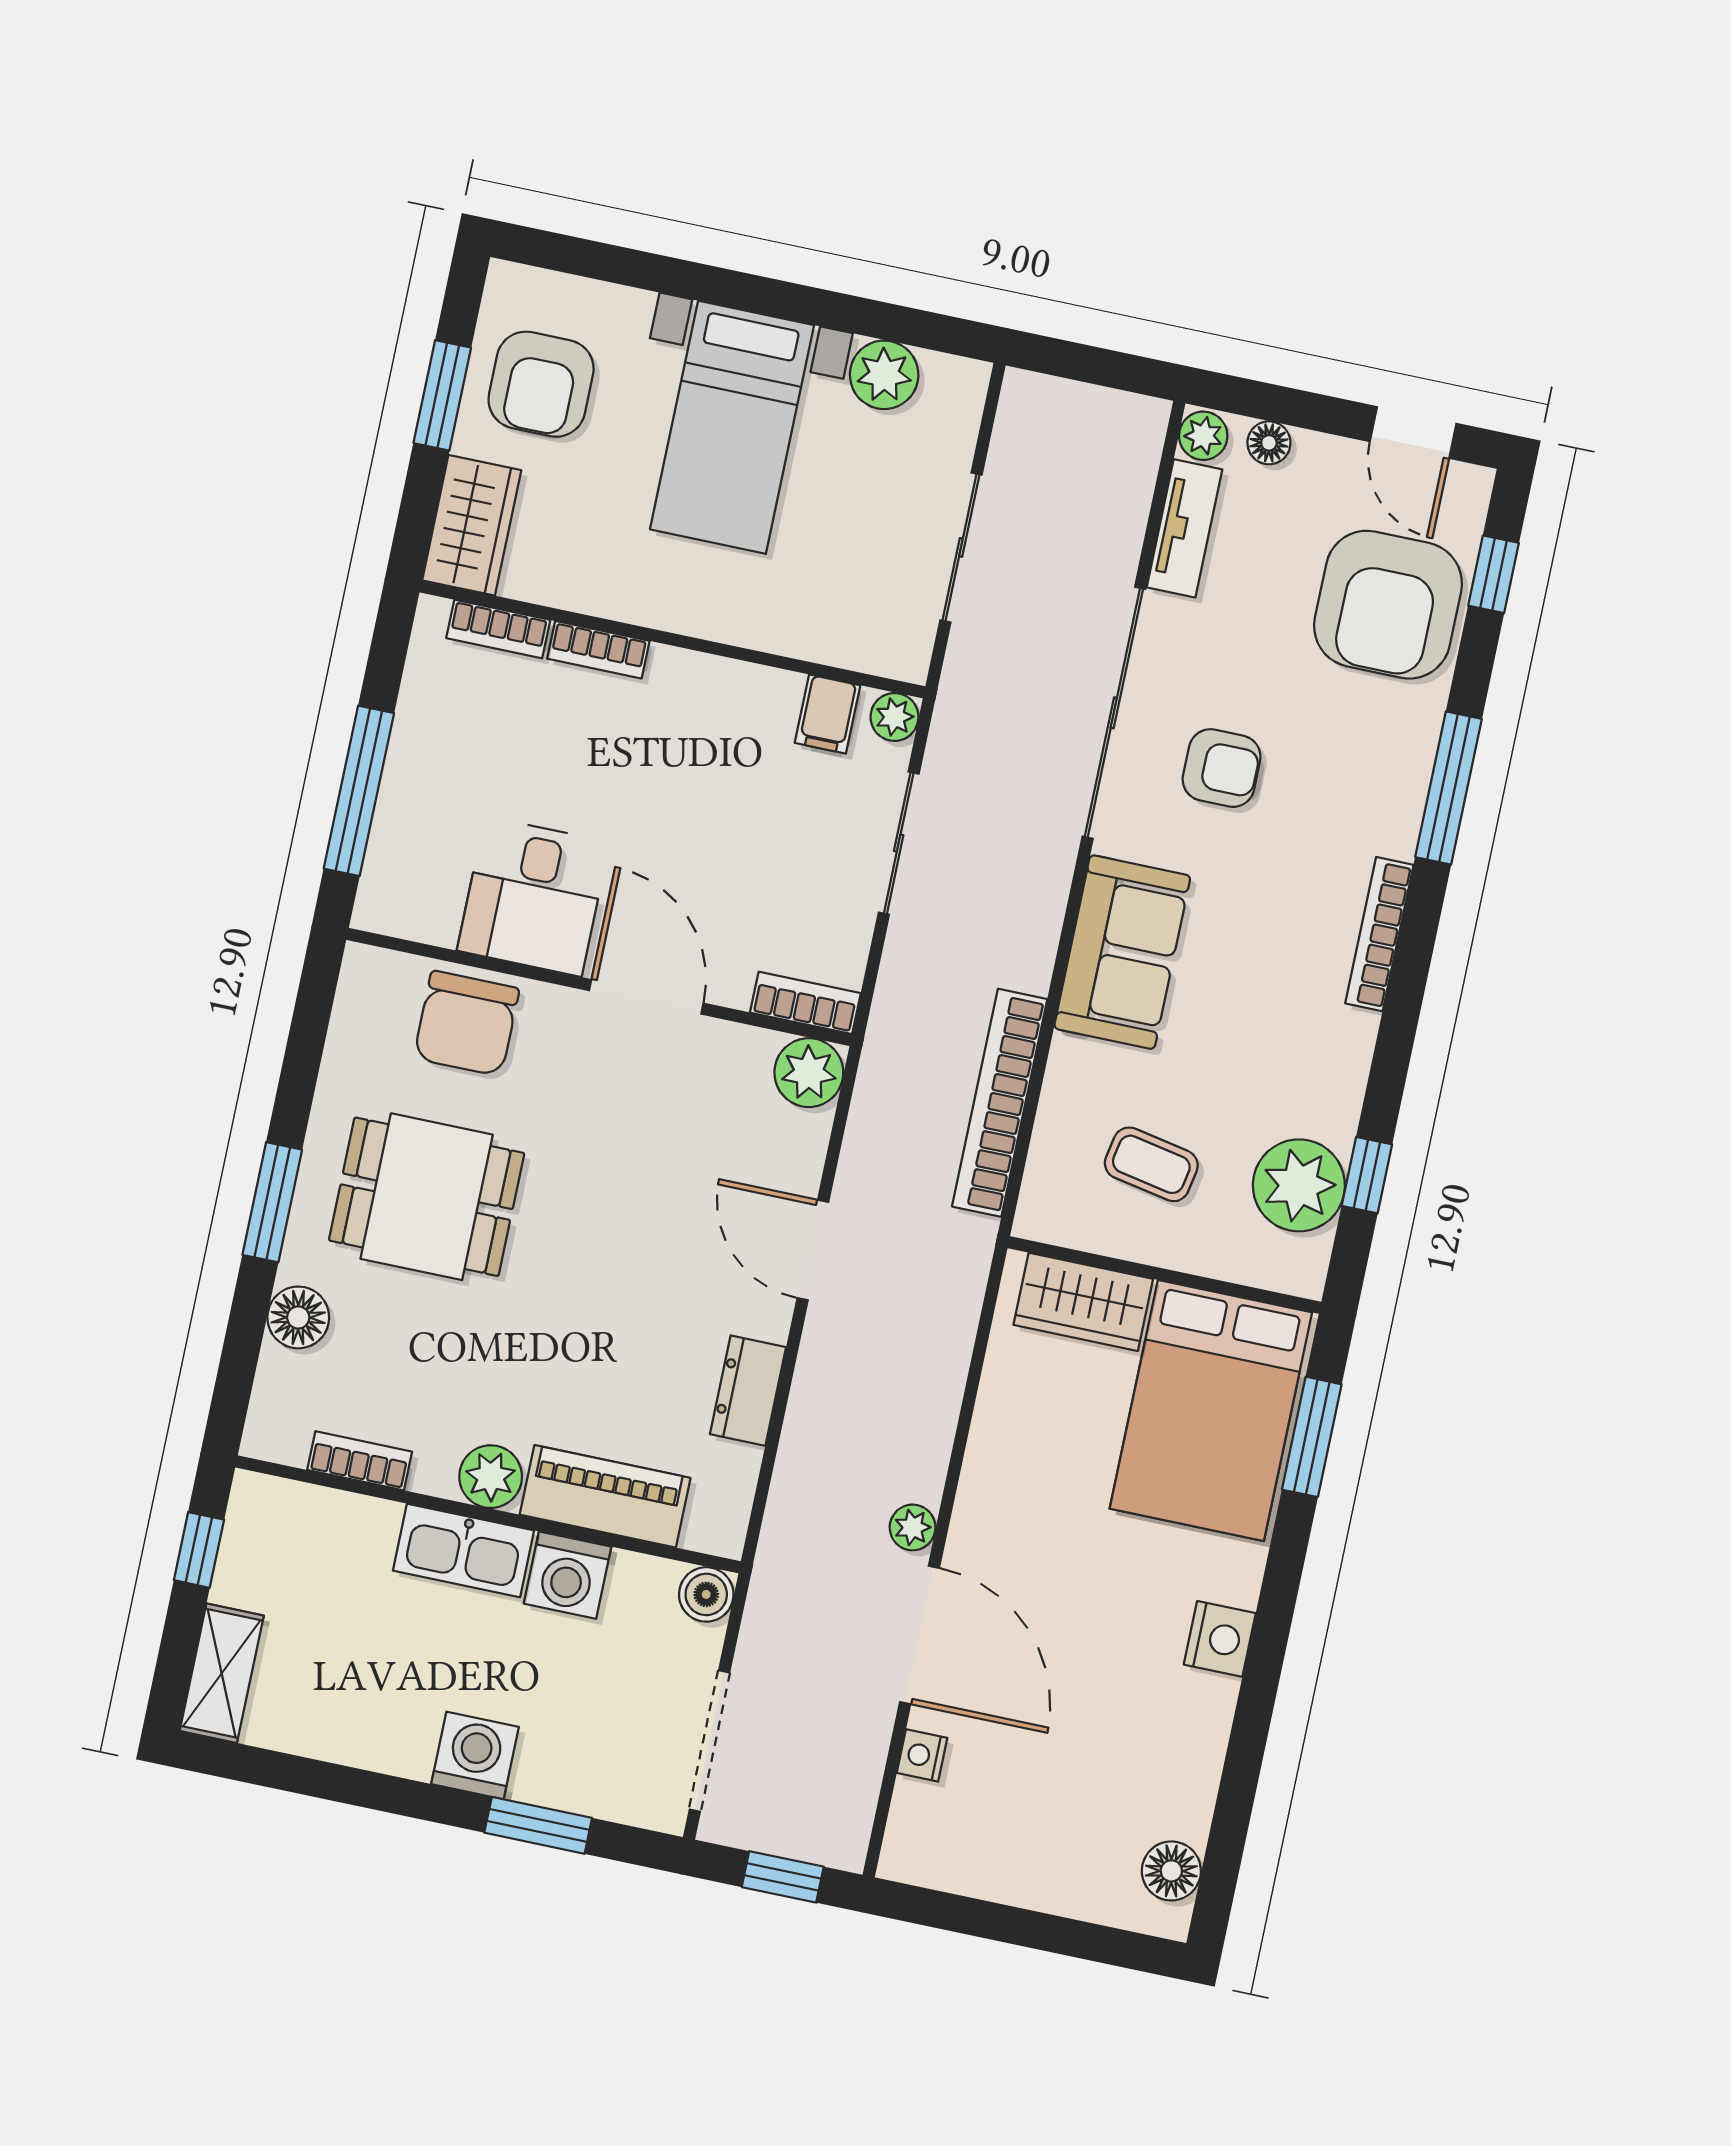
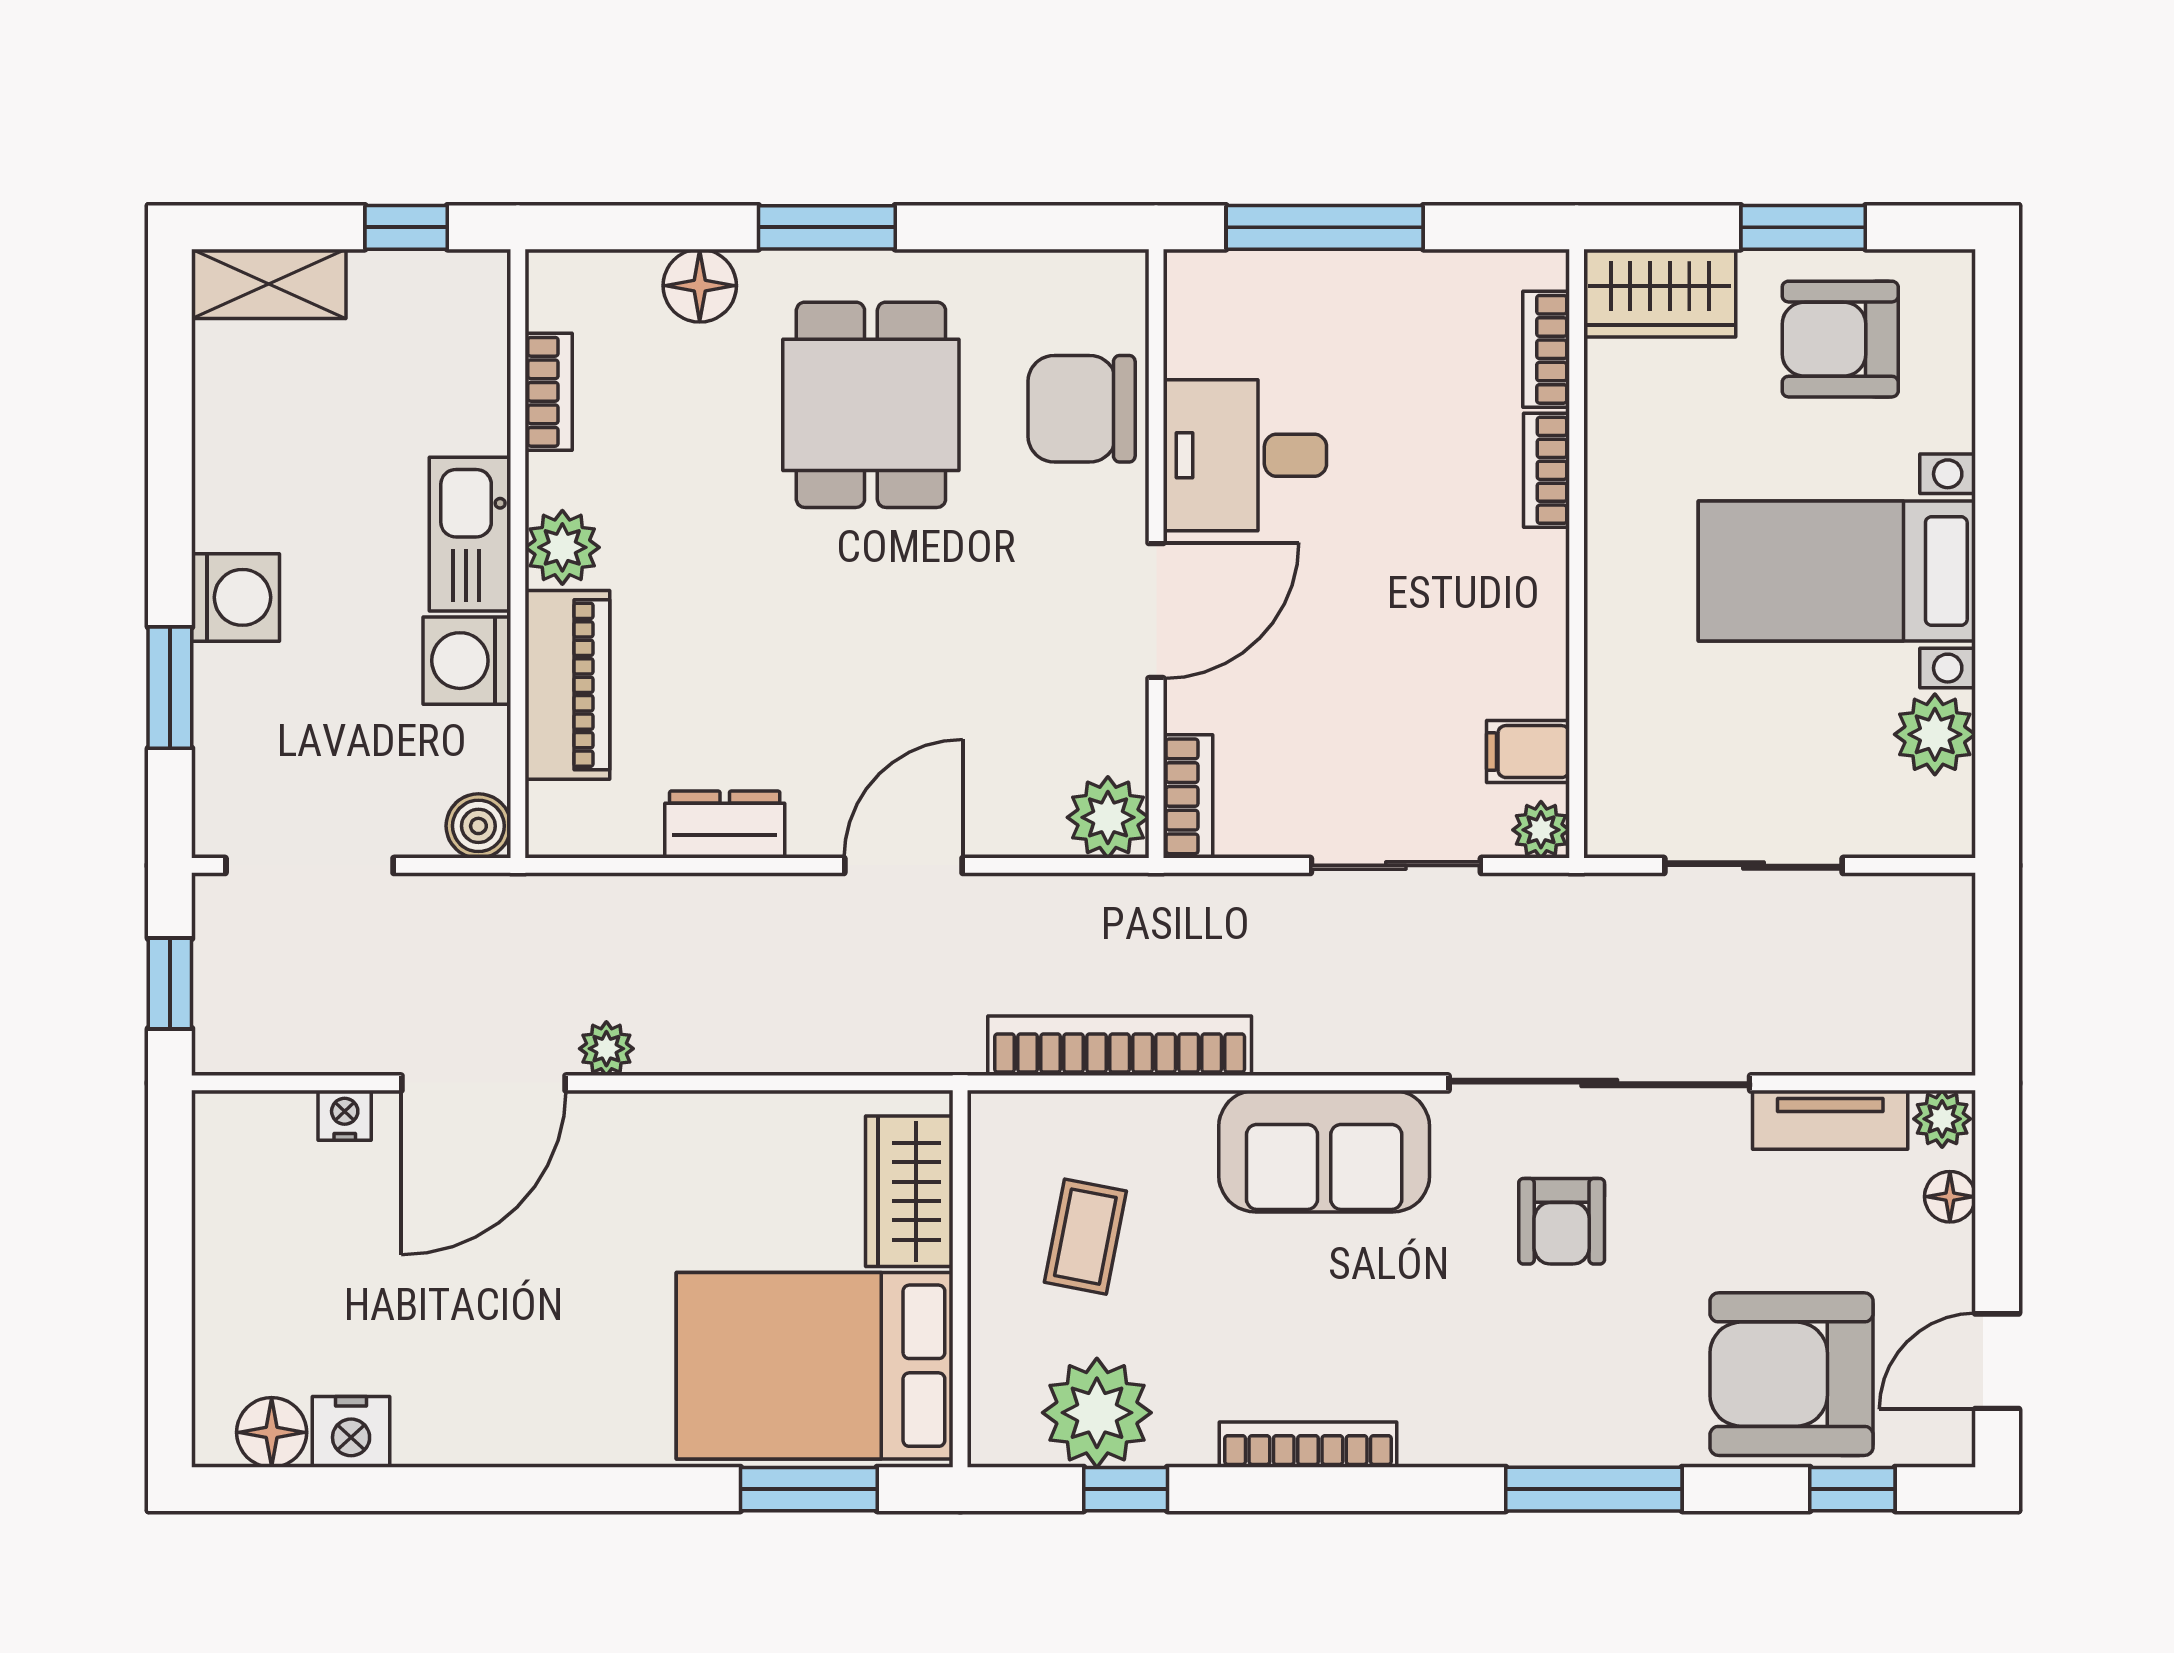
bookcase: (1379, 934) -> (1308, 1445), moved
nightstand: (1220, 1639) -> (351, 1432), moved

